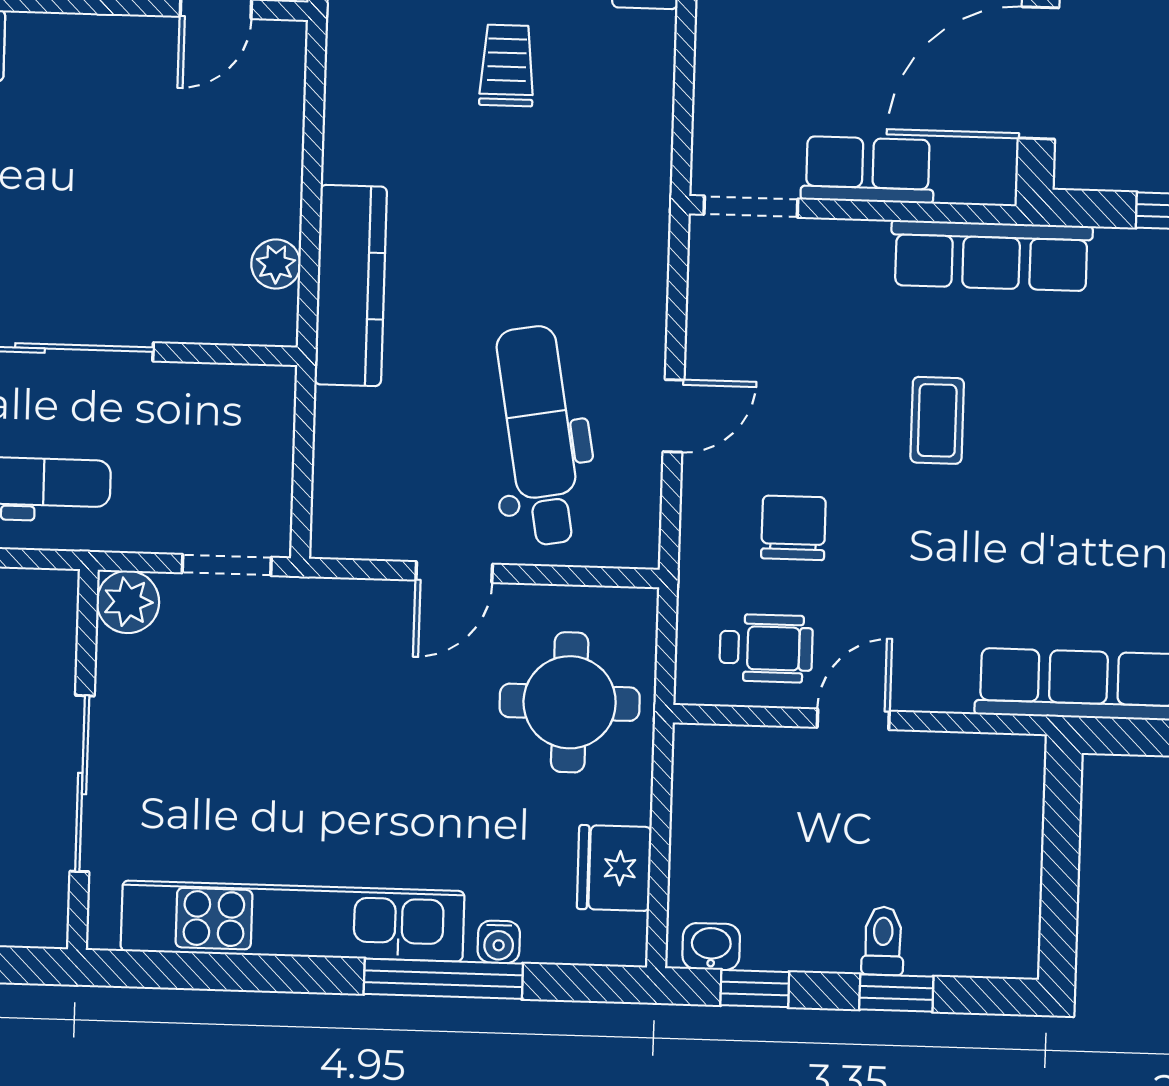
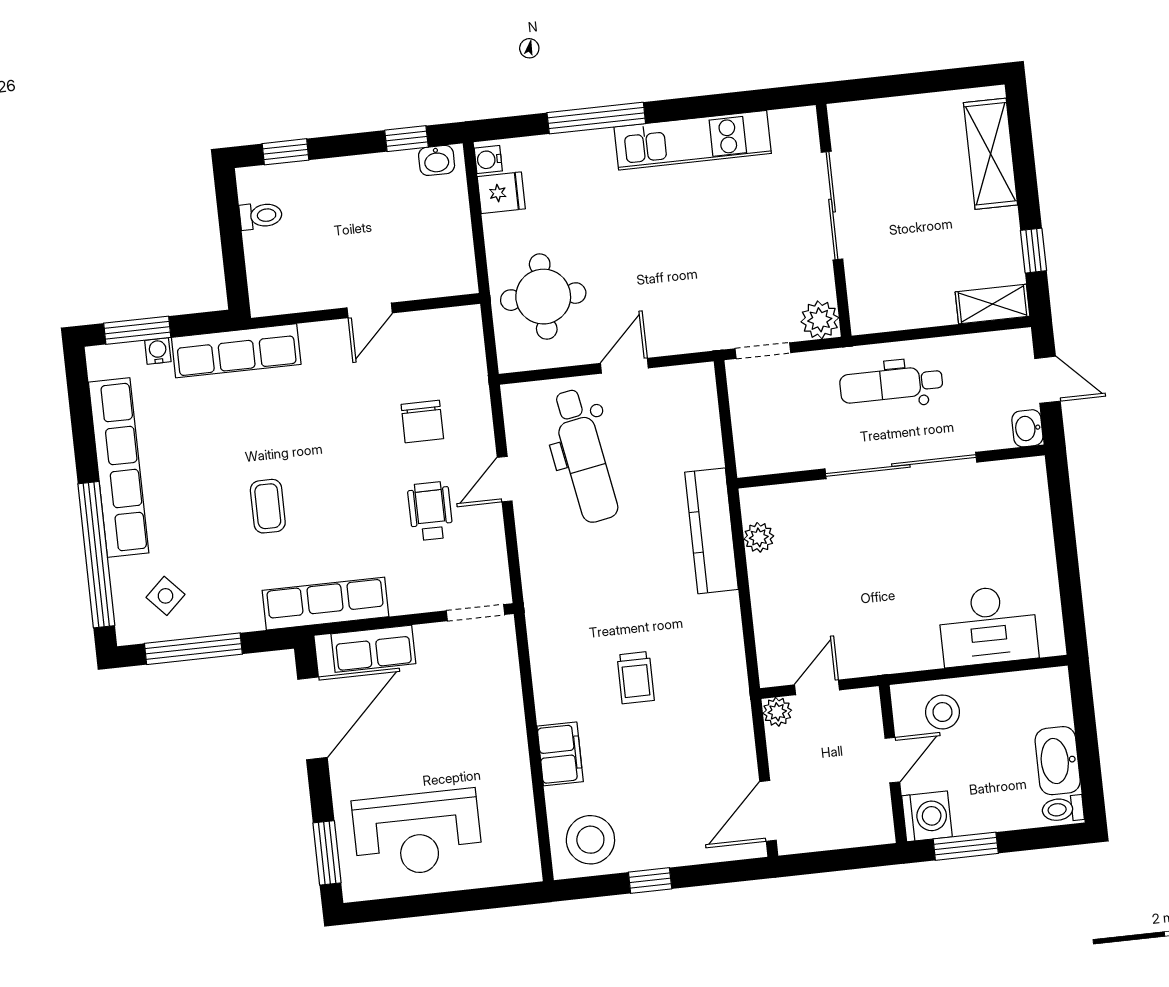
row of seats: (868, 170) -> (373, 649), moved
coffee table: (937, 420) -> (268, 506), moved
wheelchair: (766, 648) -> (430, 511), moved, turned 90
fridge: (614, 868) -> (501, 193), width x0.72
kitchen unit: (293, 921) -> (693, 140), width x0.73
toilet: (883, 941) -> (261, 216), moved, turned -90
water cooler: (499, 942) -> (488, 160), moved, turned -90
window: (896, 993) -> (285, 152), moved

